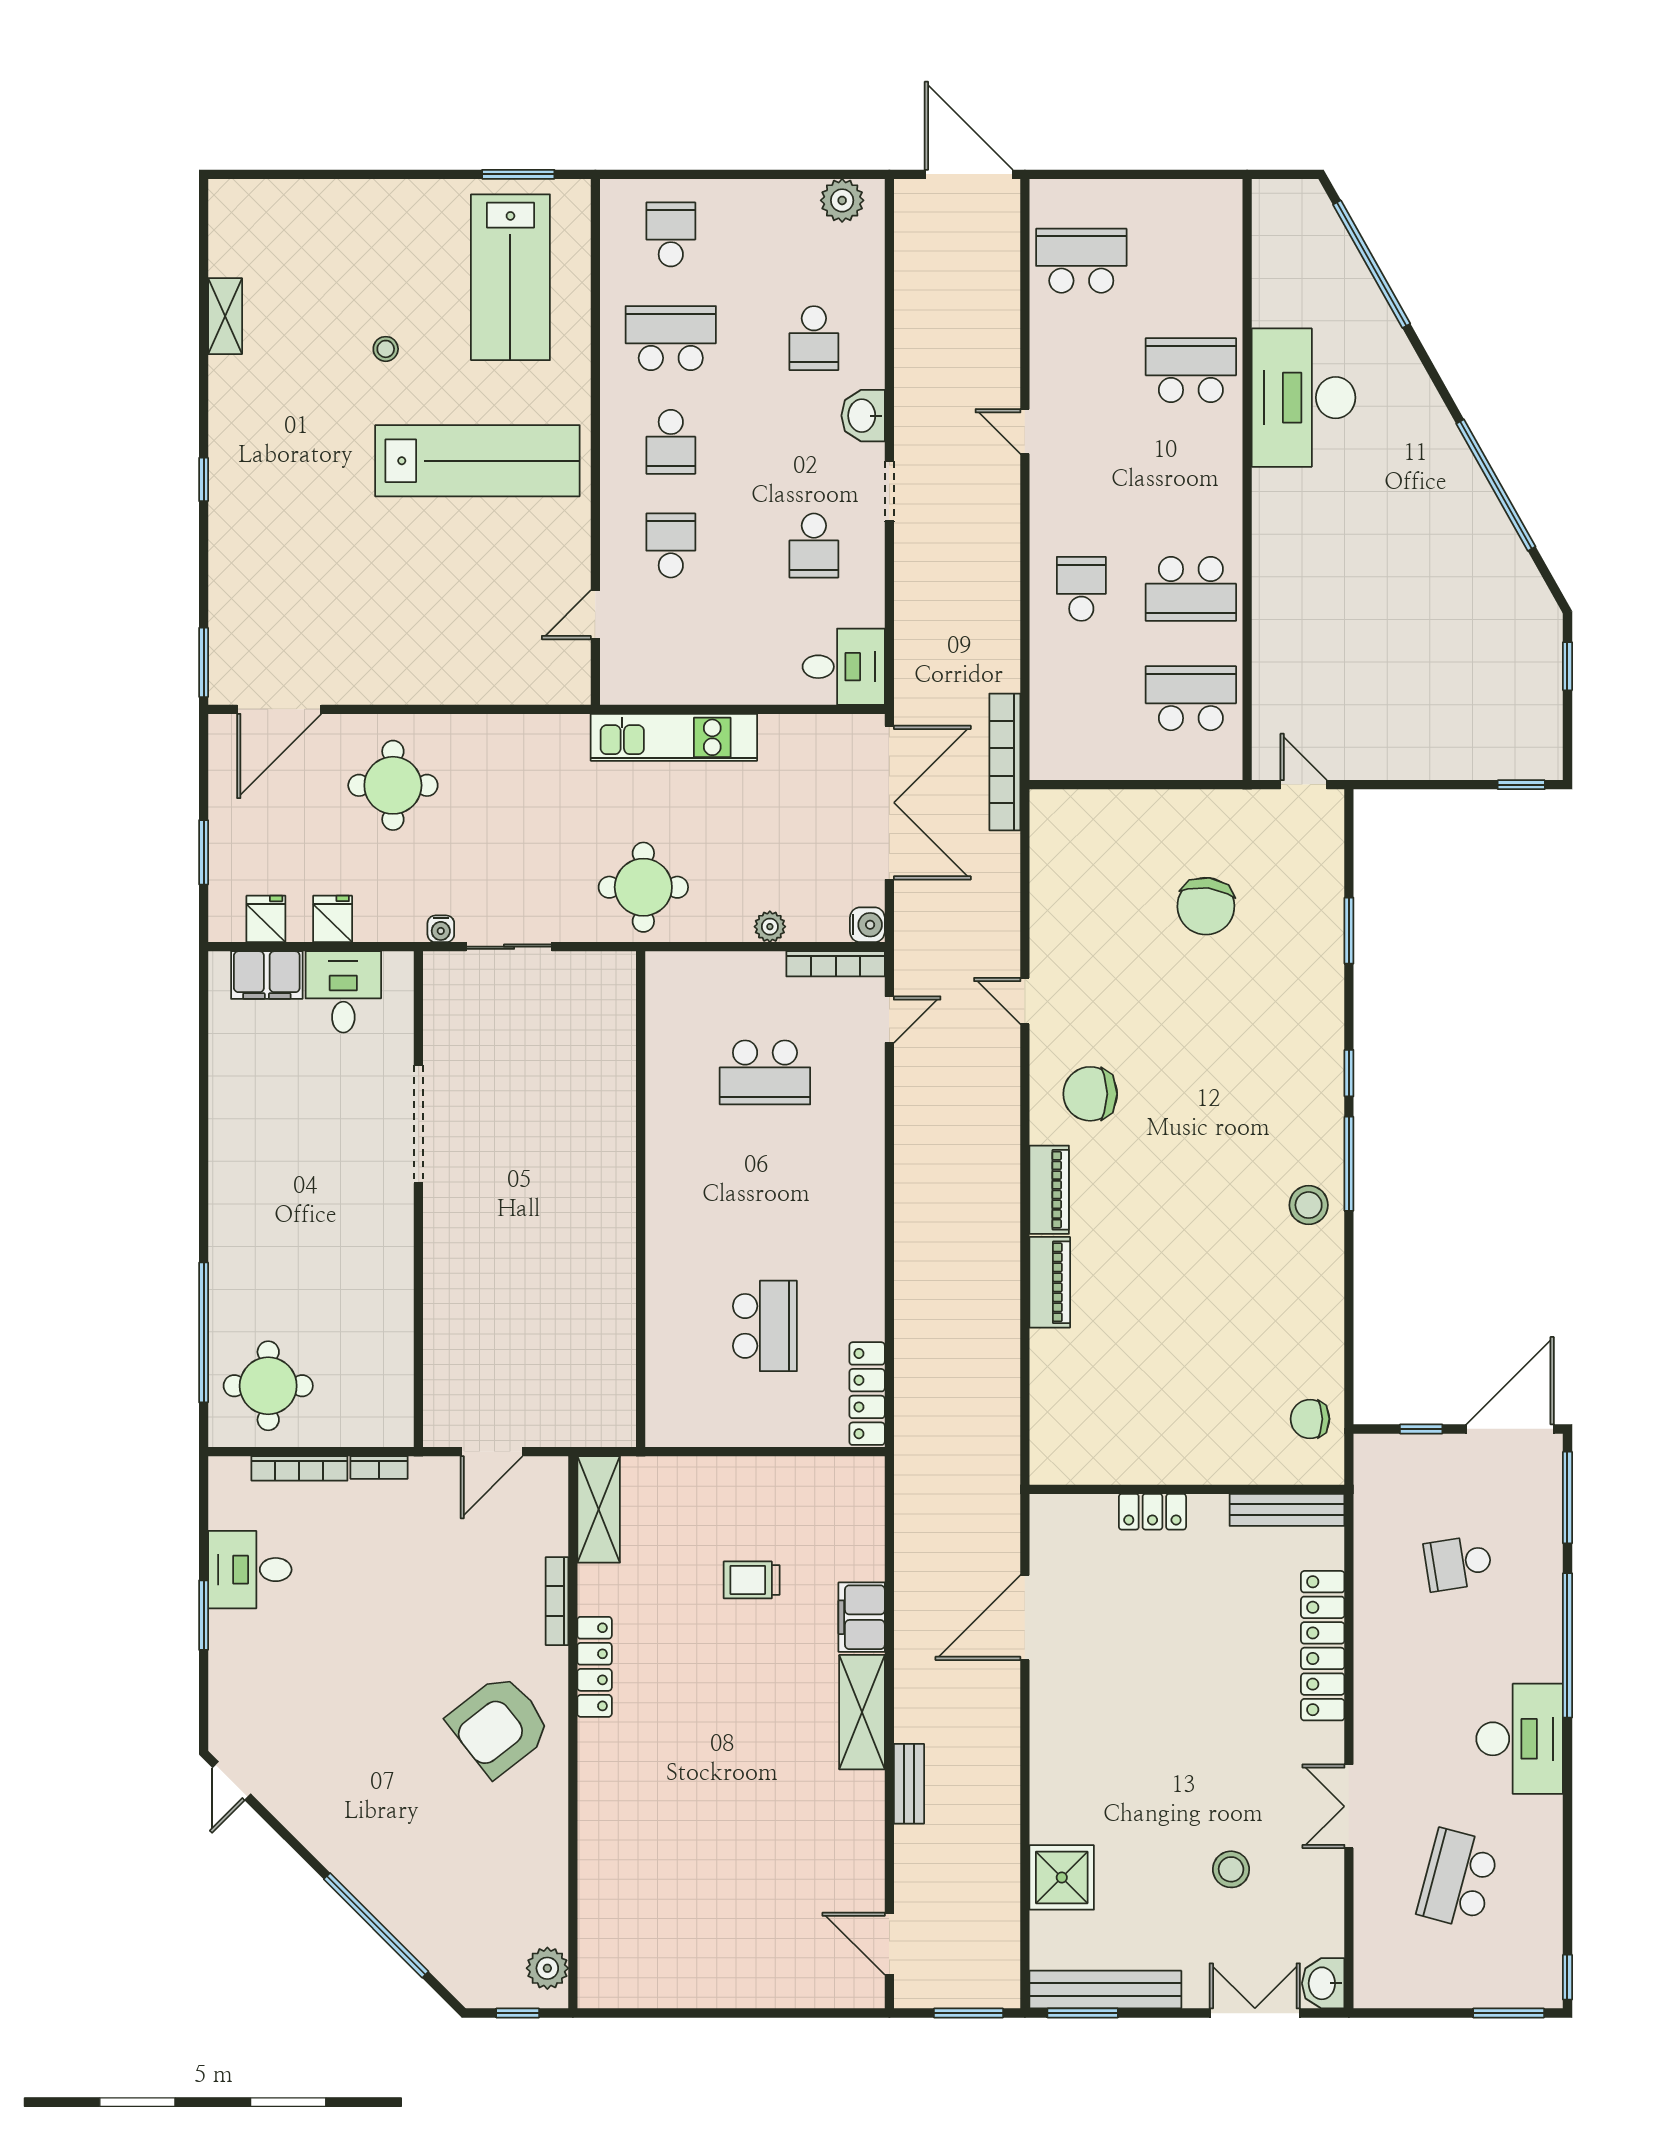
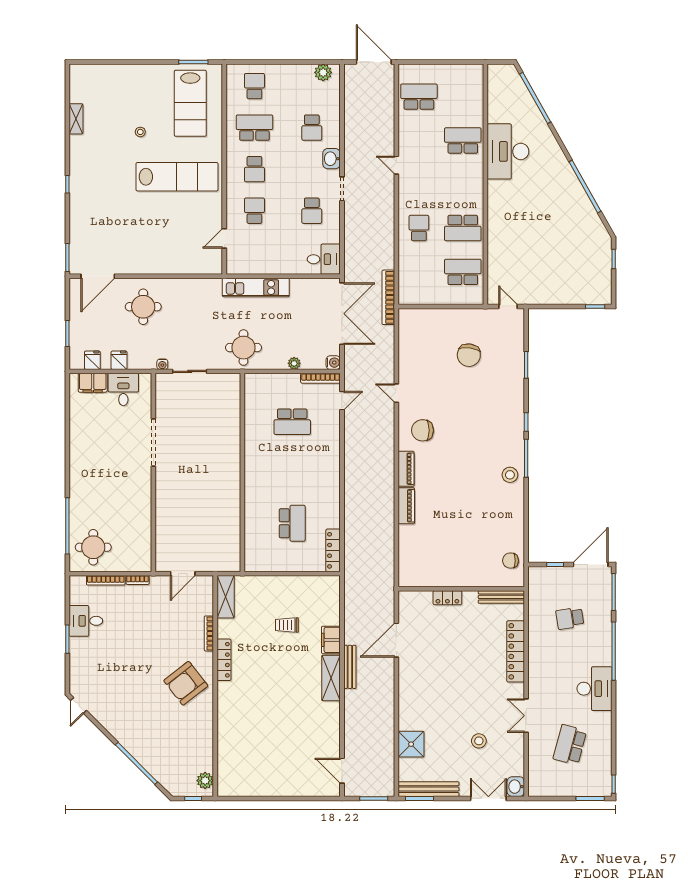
bench: (909, 1784) -> (350, 667), moved, width x1.36

